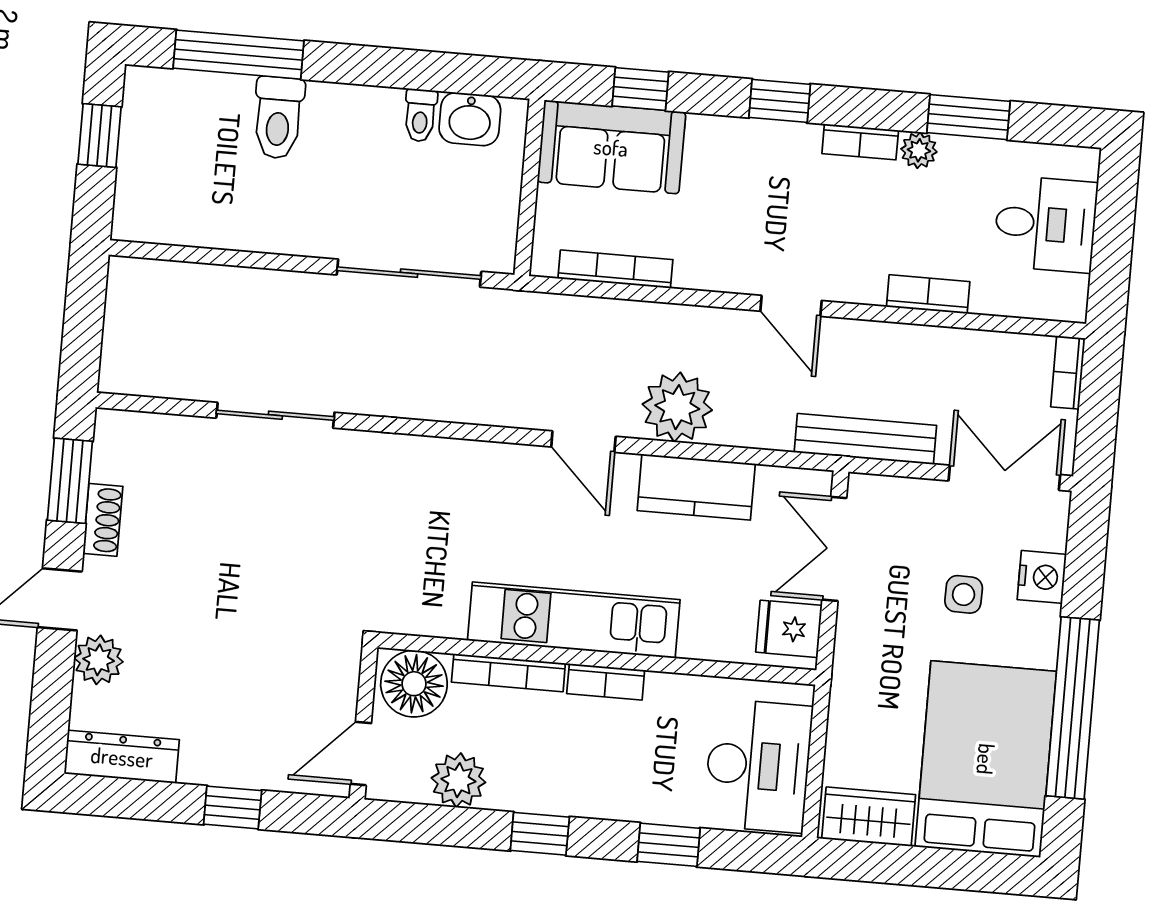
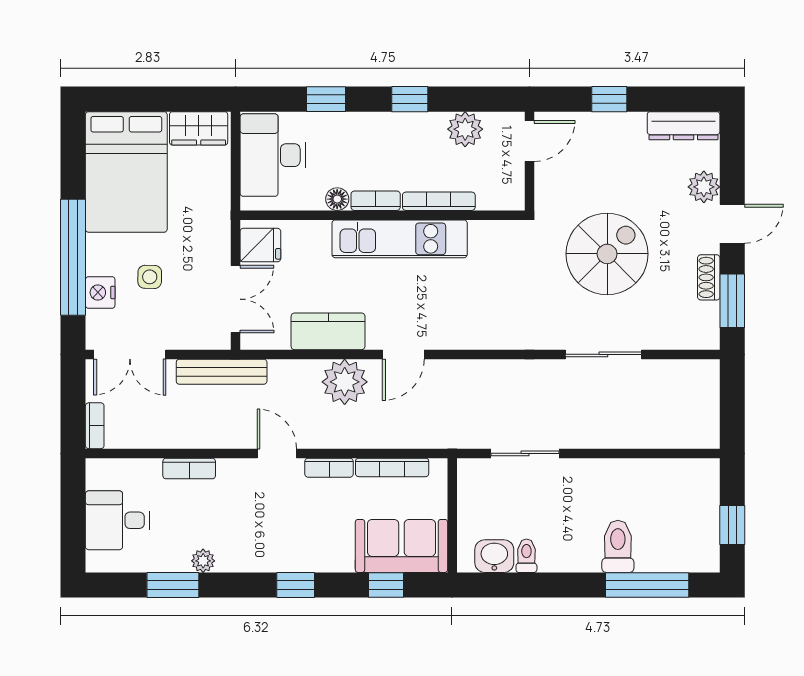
bookcase: (860, 142) -> (329, 468), moved, turned 180
sliding door: (409, 273) -> (525, 453), width x0.73
door: (583, 442) -> (403, 354), swing flipped
spiral stairs: (256, 569) -> (607, 254), added
floor lamp: (414, 684) -> (337, 199), moved, width x0.53, depth x0.53
window: (1073, 708) -> (73, 257), moved

